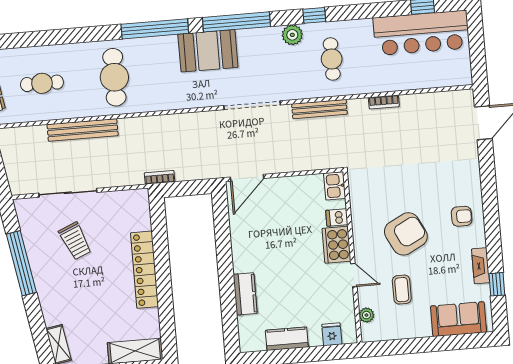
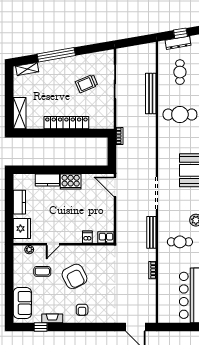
cooker: (336, 245) -> (71, 182), moved, turned 180
window: (21, 263) -> (56, 55), moved
fridge: (332, 334) -> (22, 229), width x1.88, depth x1.34

